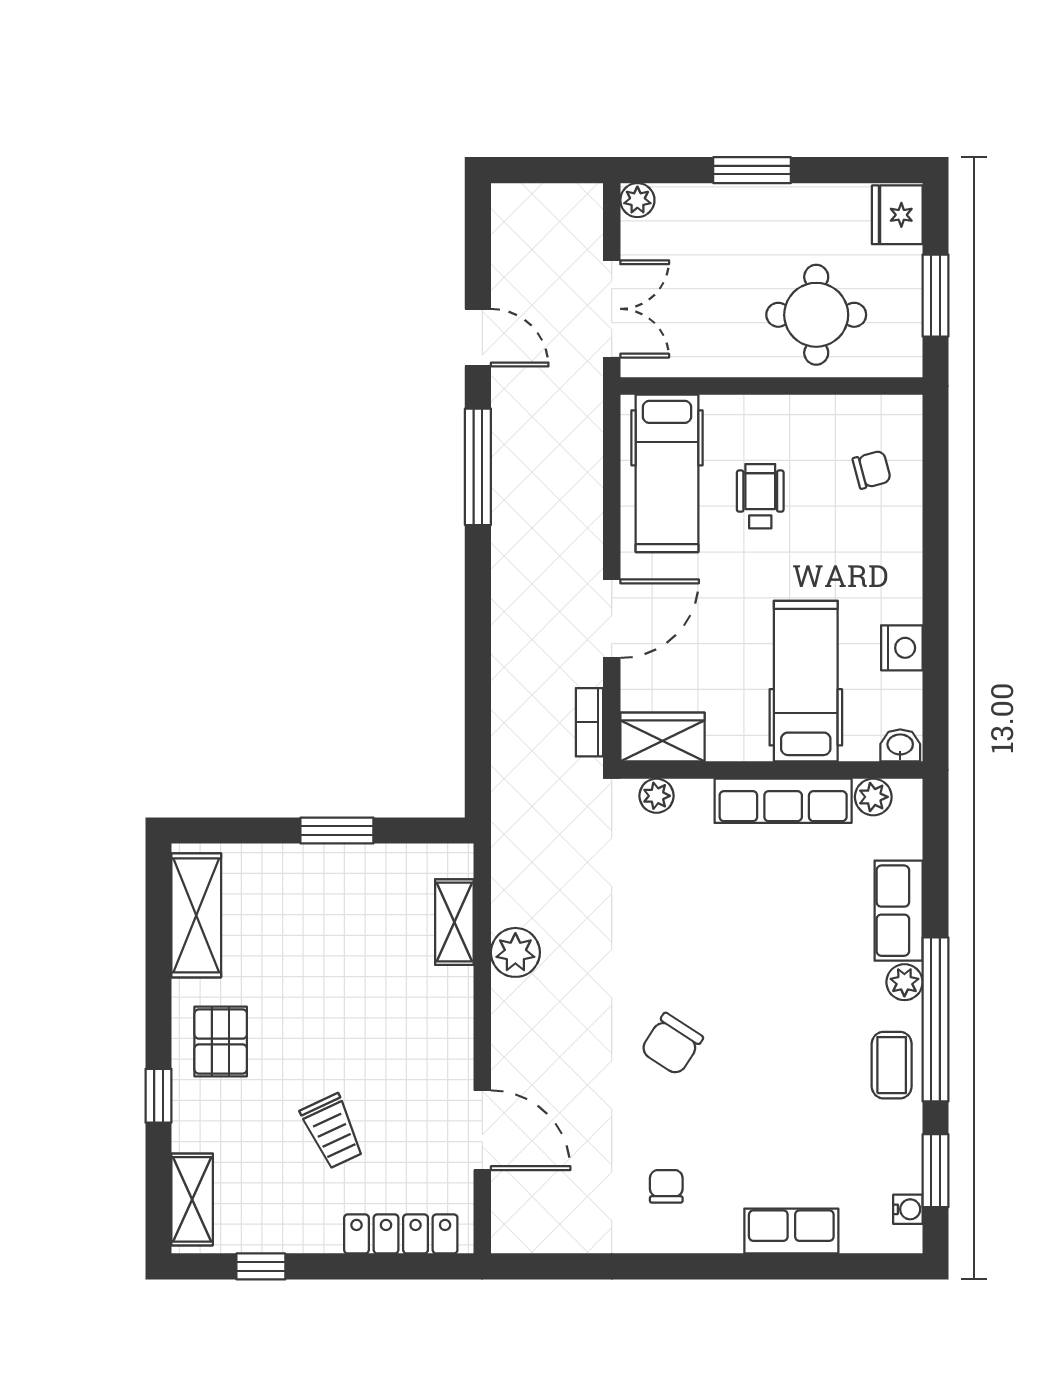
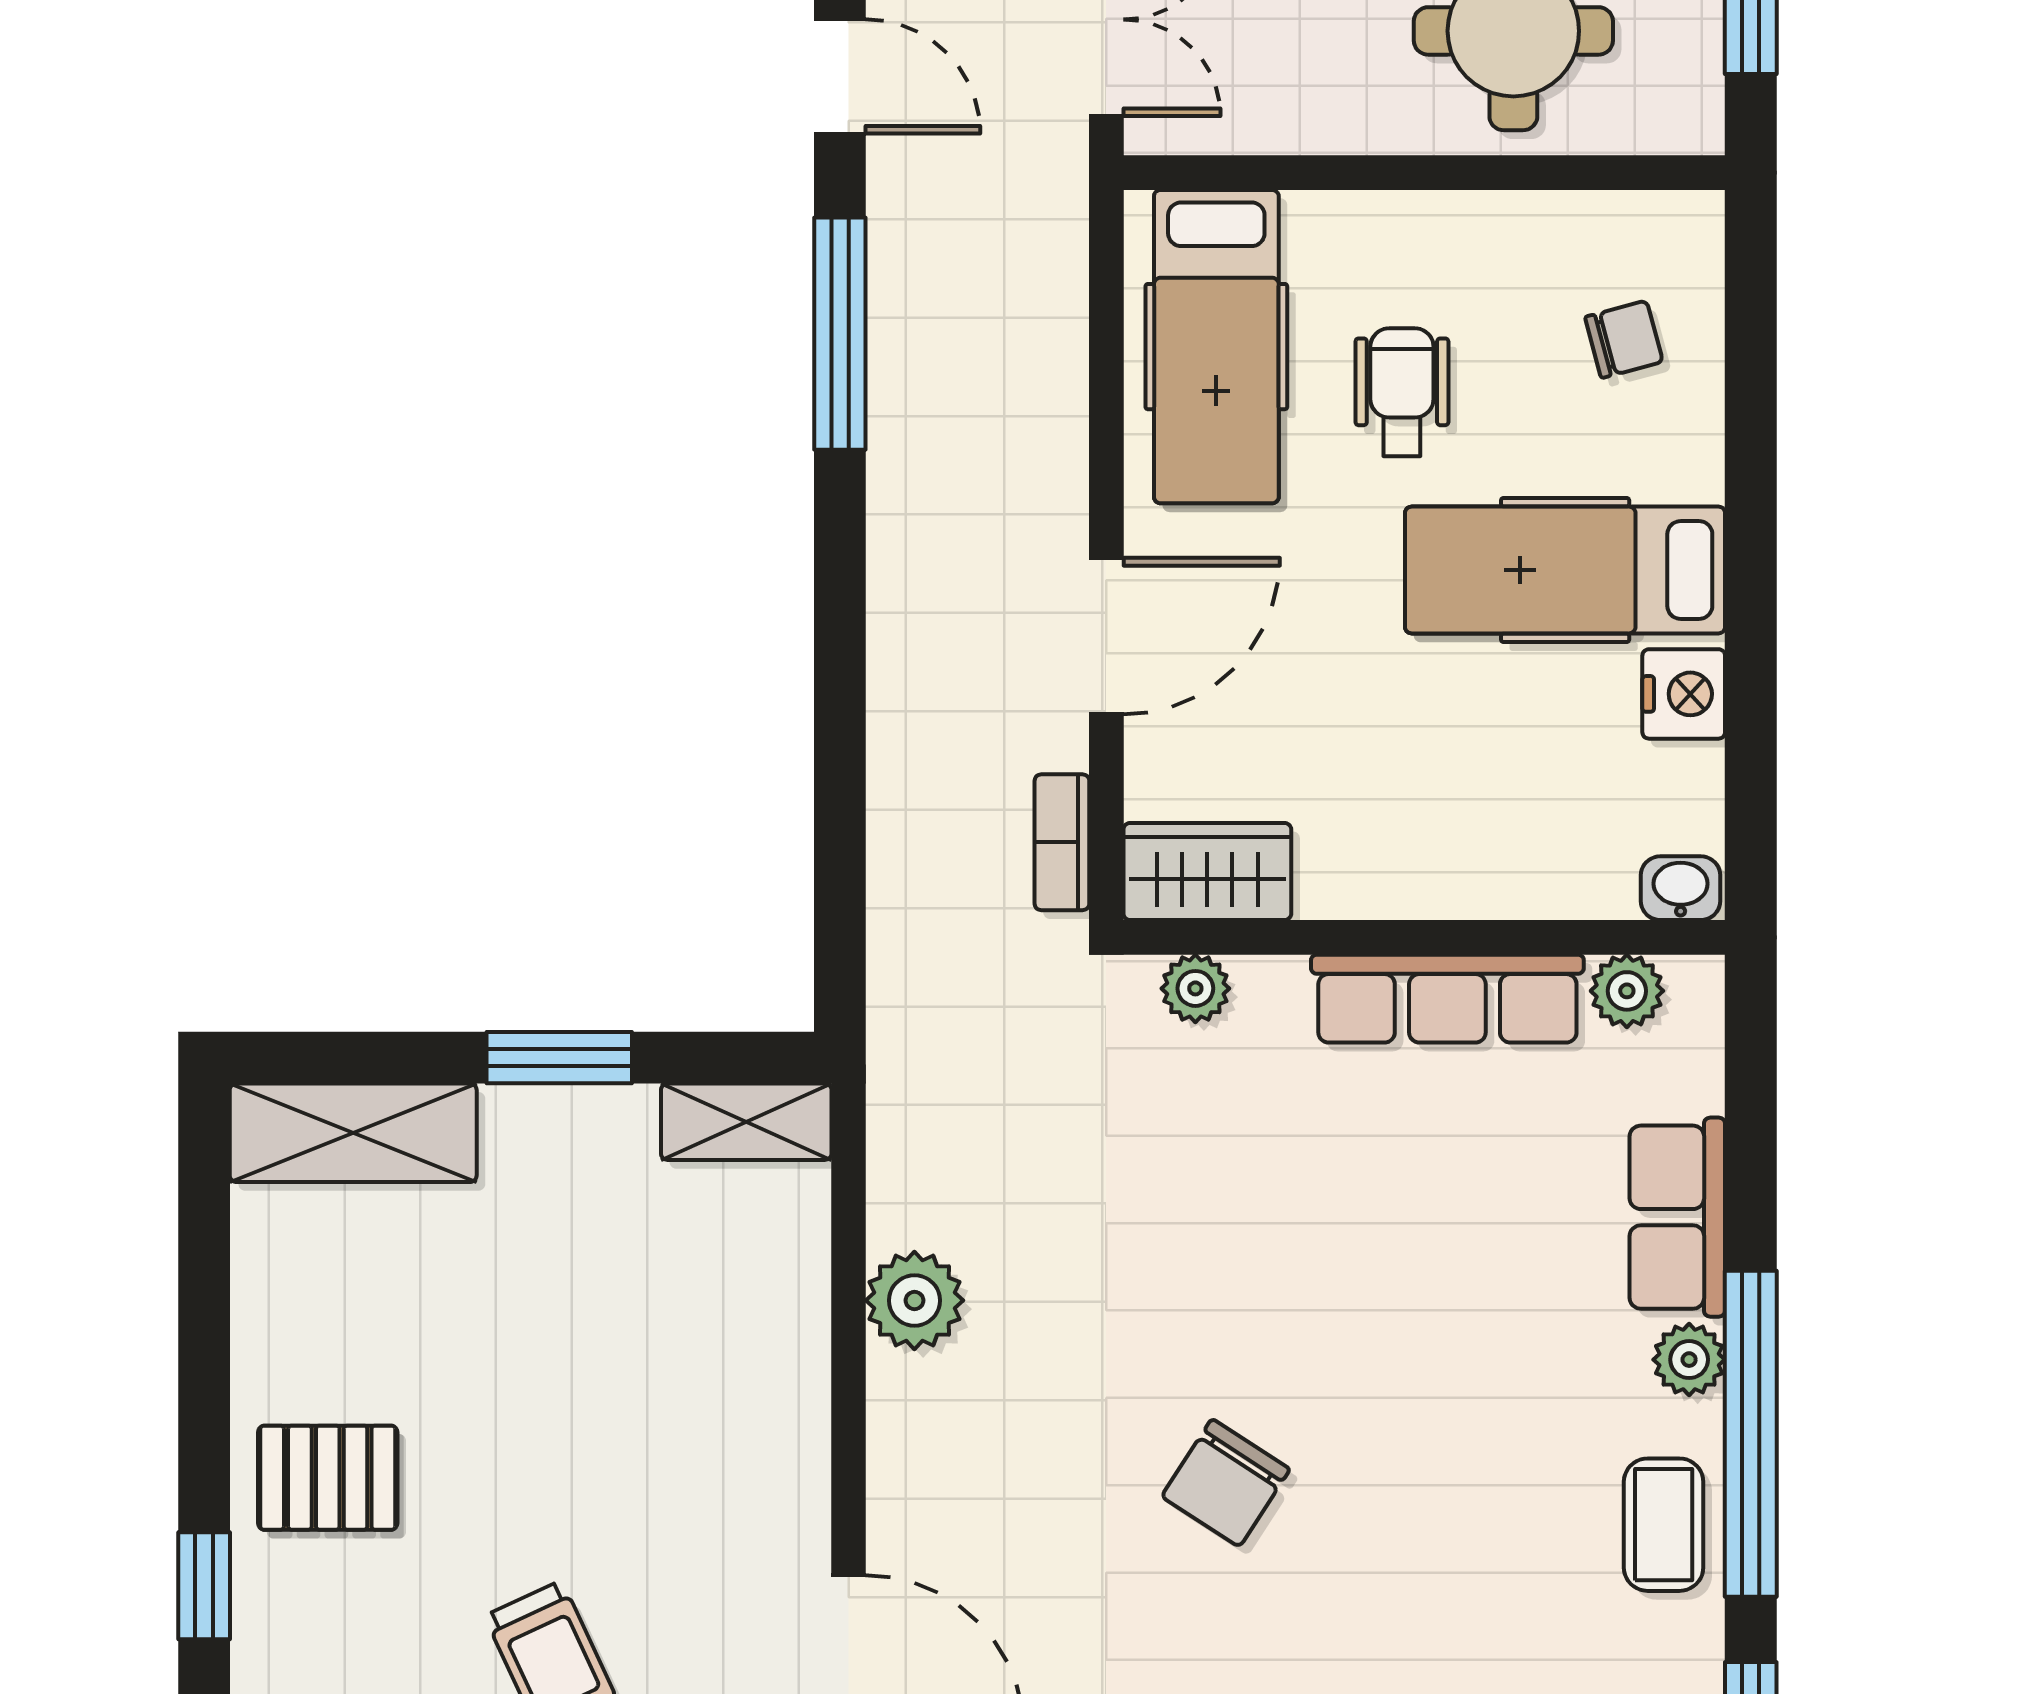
hospital bed: (806, 681) -> (1565, 570), moved, turned -90
shelving: (196, 915) -> (353, 1133), moved, turned 90
shelving: (454, 922) -> (746, 1122), moved, turned 90
pallet: (221, 1042) -> (328, 1478), turned 90

